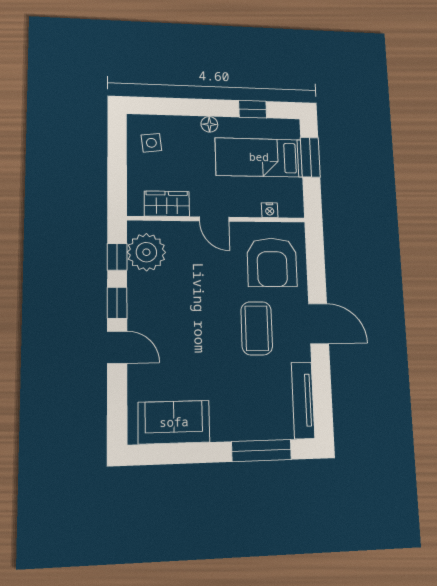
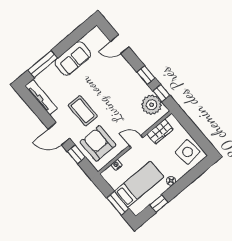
side table: (151, 143) -> (188, 152), width x1.87, depth x1.87
window: (316, 273) -> (76, 154), added
door: (117, 347) -> (120, 44), moved
sofa: (174, 422) -> (73, 58), moved

